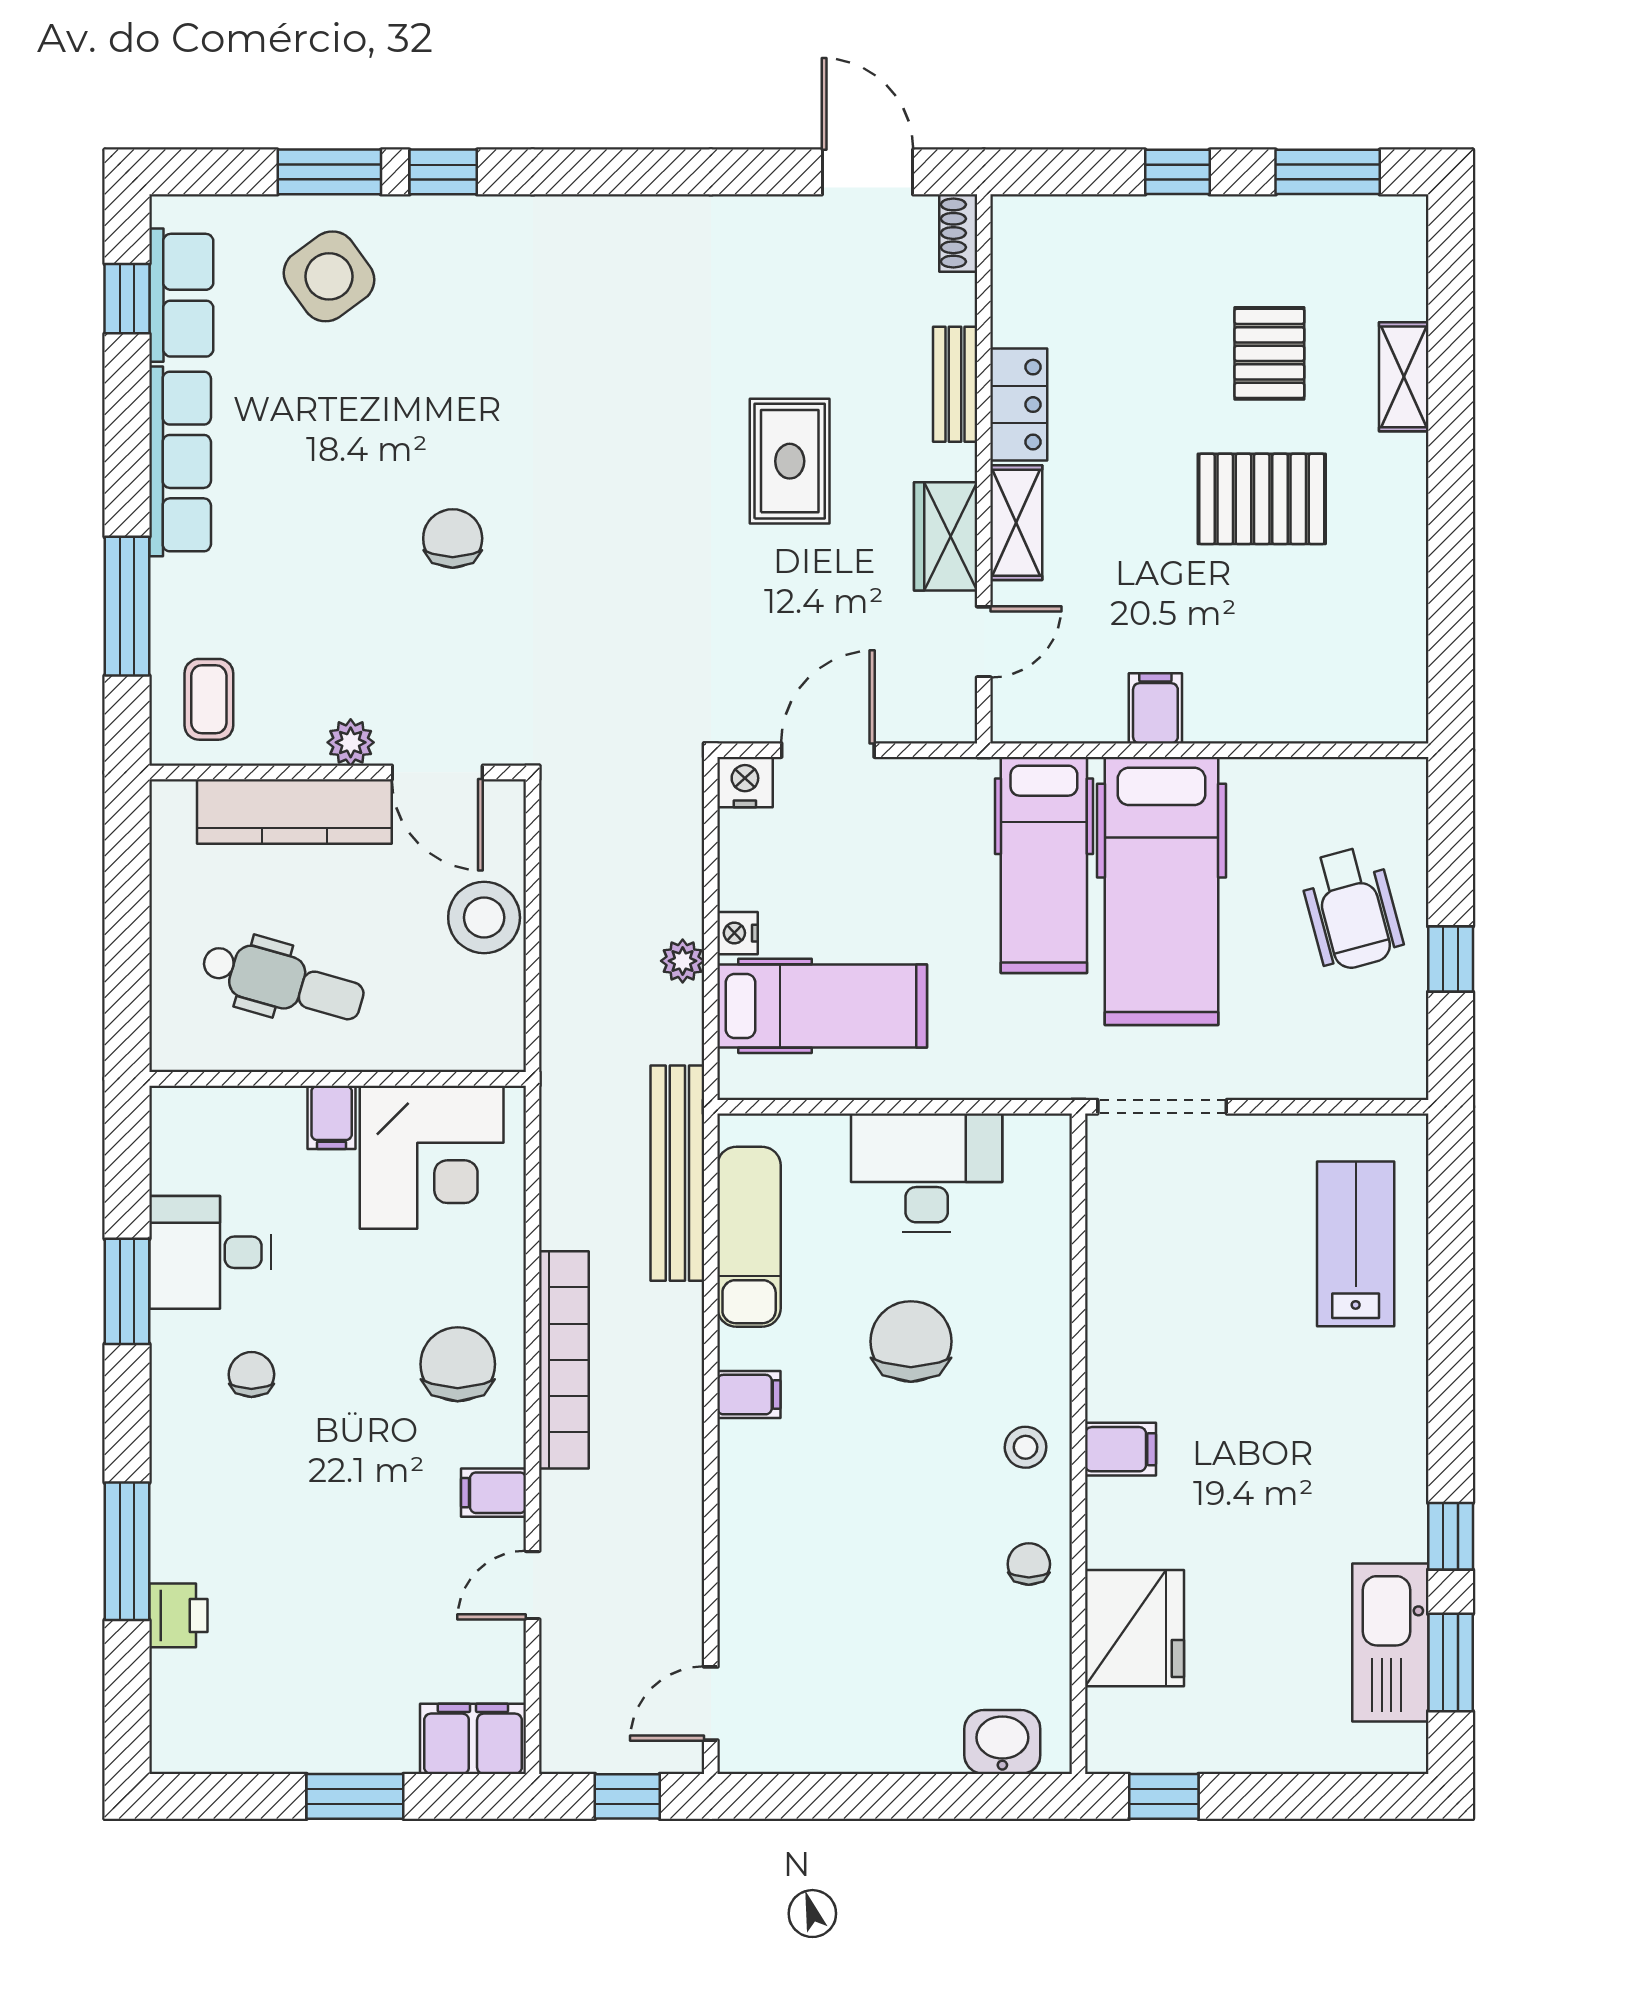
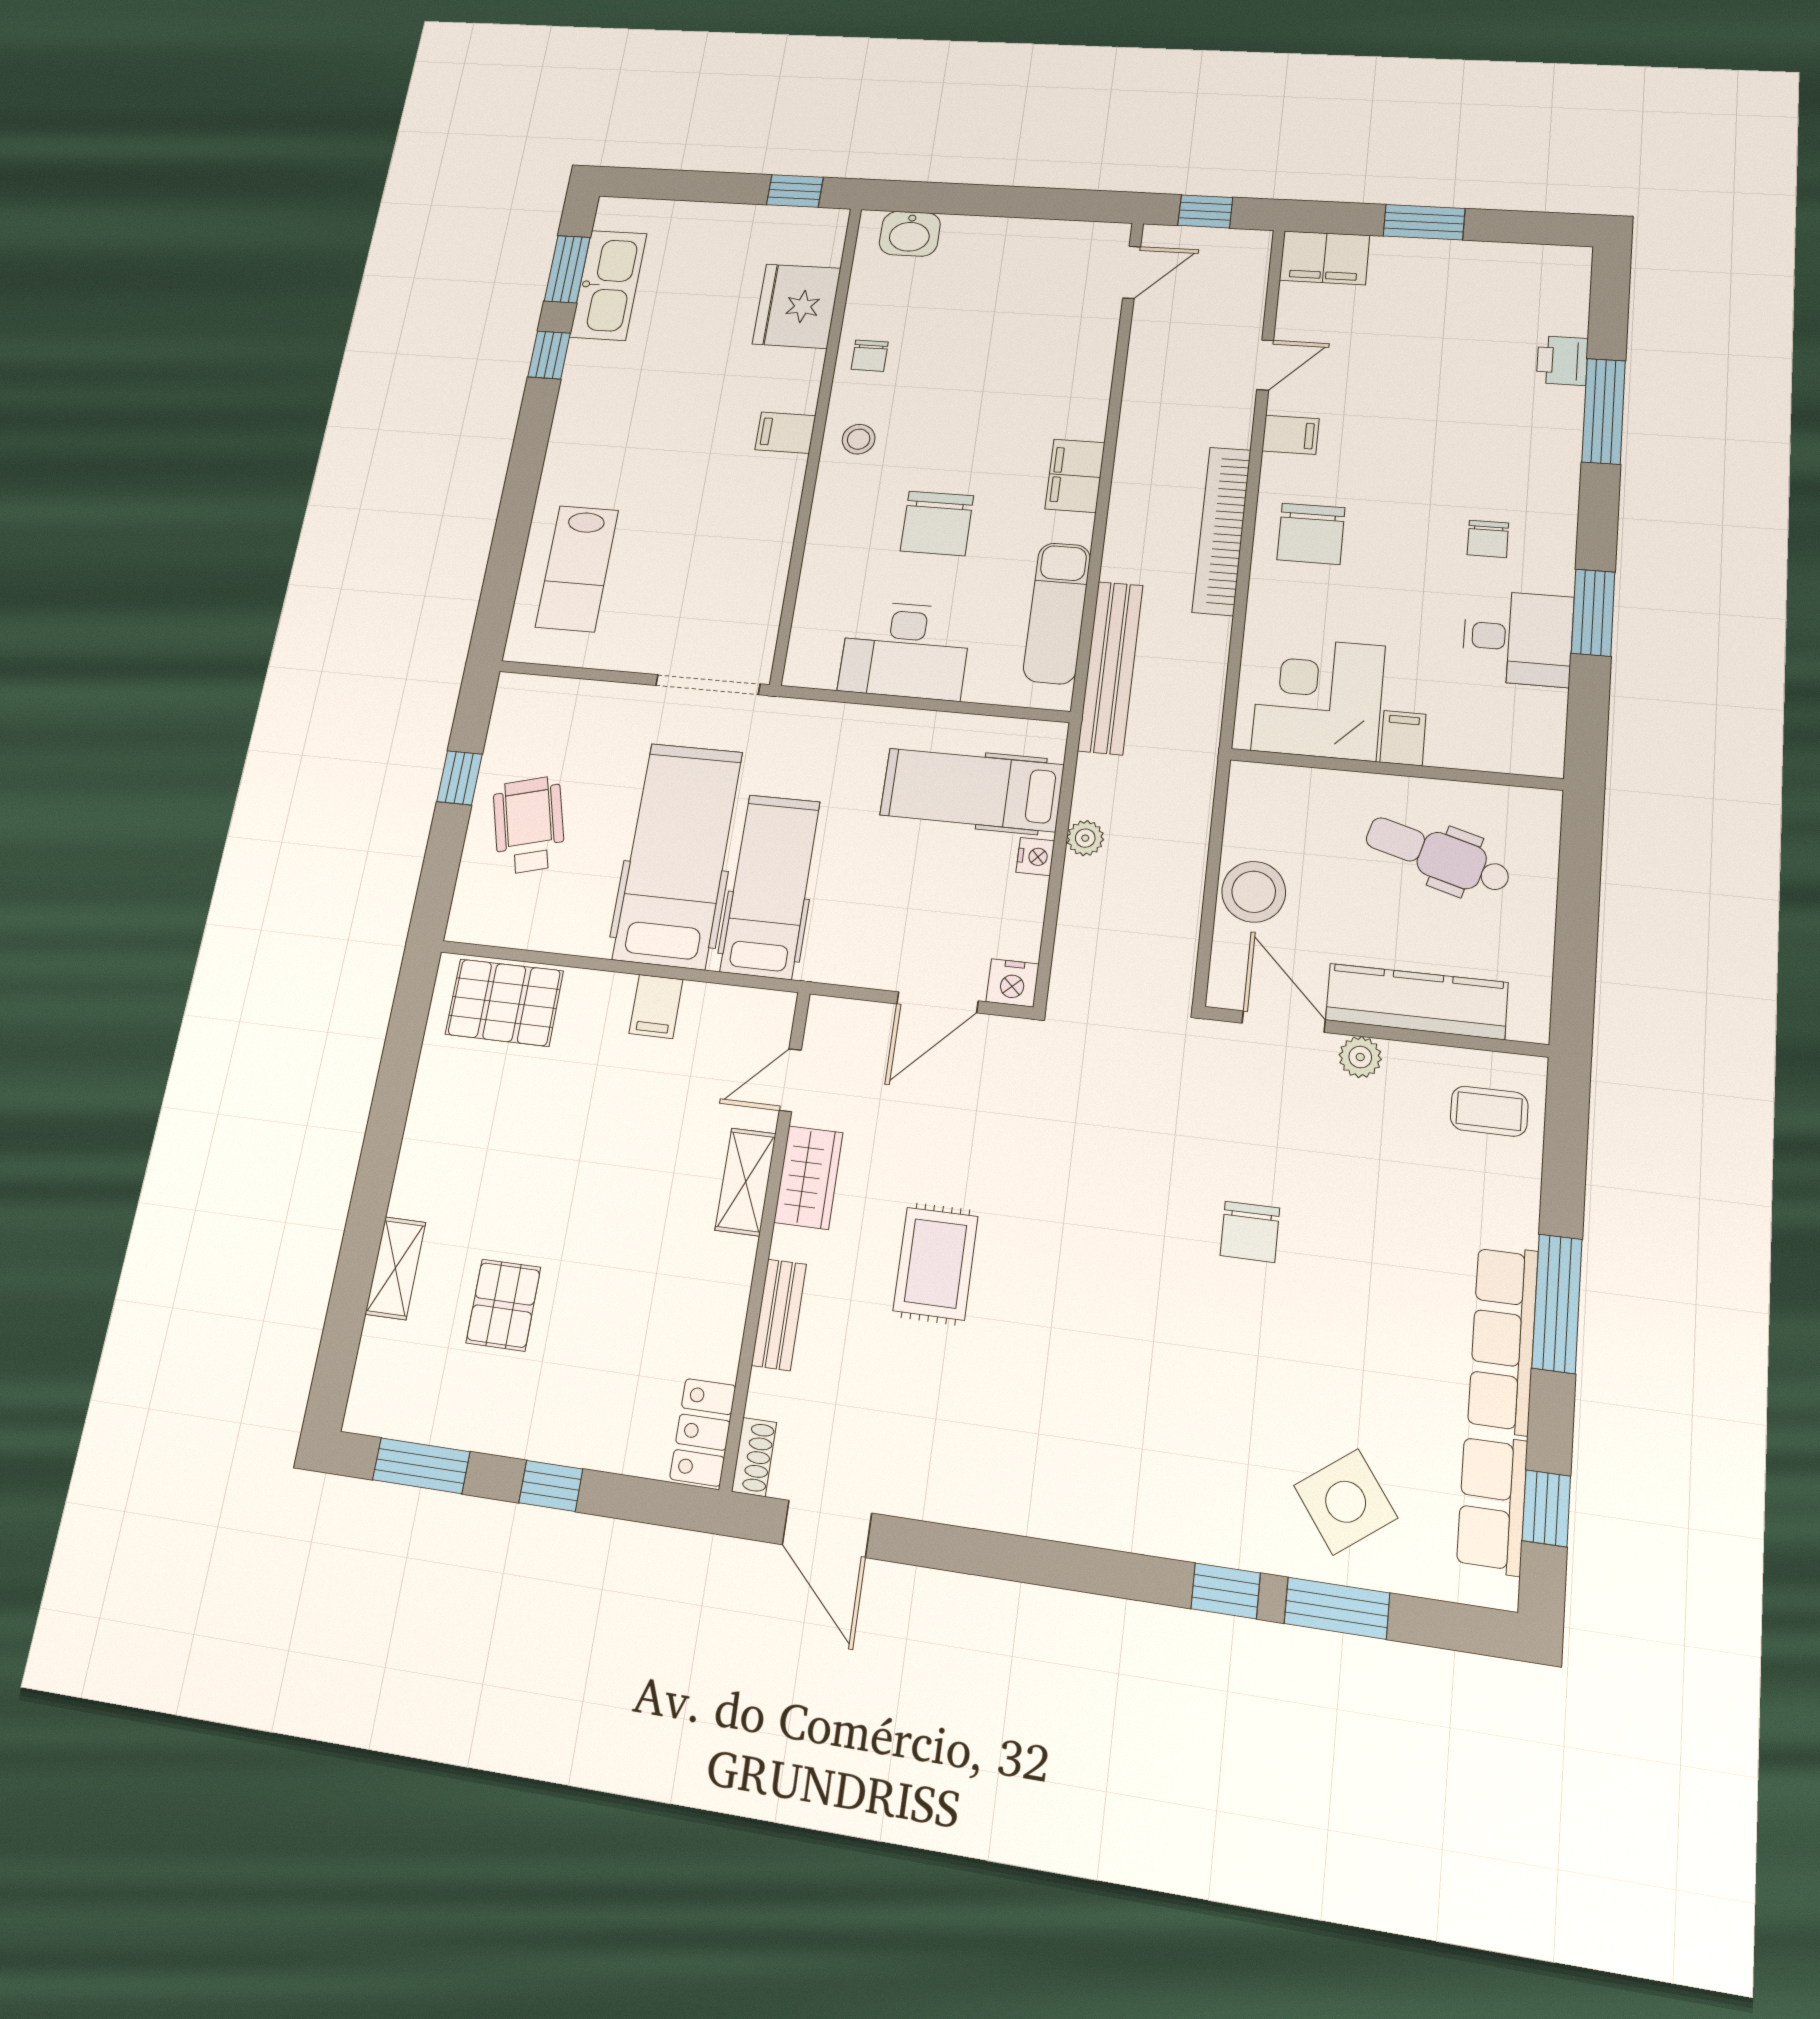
locker: (1019, 405) -> (703, 1432), moved
pallet: (1262, 499) -> (504, 1003), moved
window: (127, 606) -> (1557, 1303), moved
coffee table: (209, 699) -> (1489, 1111), turned 90
filing cabinet: (749, 1395) -> (1075, 476), width x2.00

